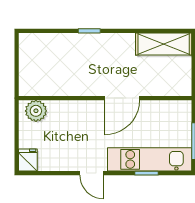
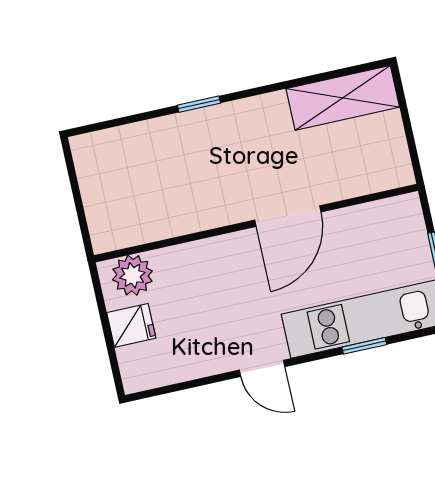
fridge: (28, 160) -> (131, 325), moved, turned 90

